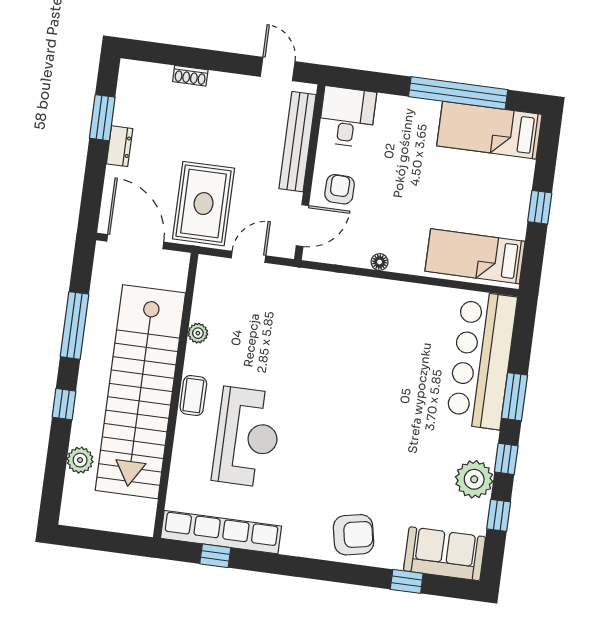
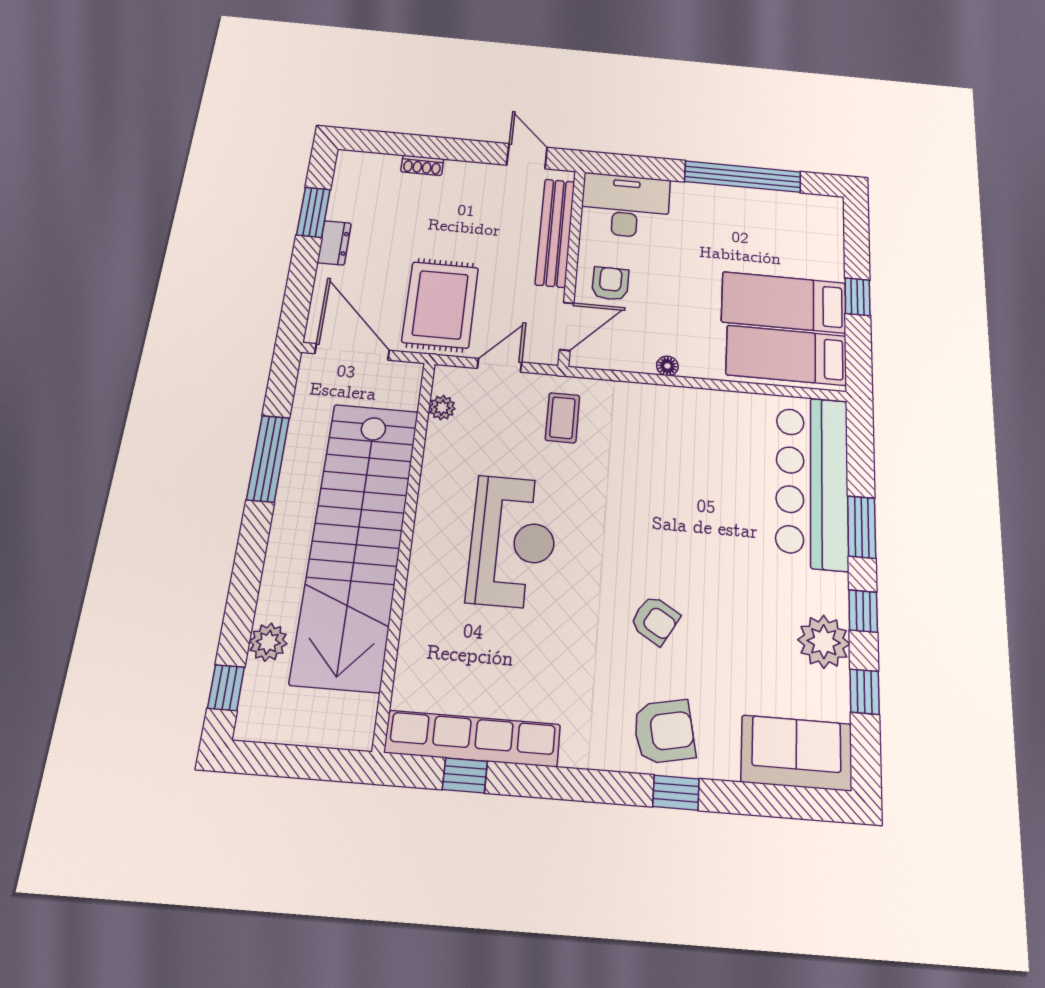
desk: (347, 117) -> (625, 206), width x1.37
bed: (489, 130) -> (784, 302), moved
plant: (198, 333) -> (442, 408), moved
coffee table: (193, 396) -> (562, 418), moved
window: (64, 404) -> (226, 688), moved
reception desk: (247, 437) -> (513, 541), moved
armchair: (353, 458) -> (655, 620), added
window: (407, 581) -> (676, 793), moved

